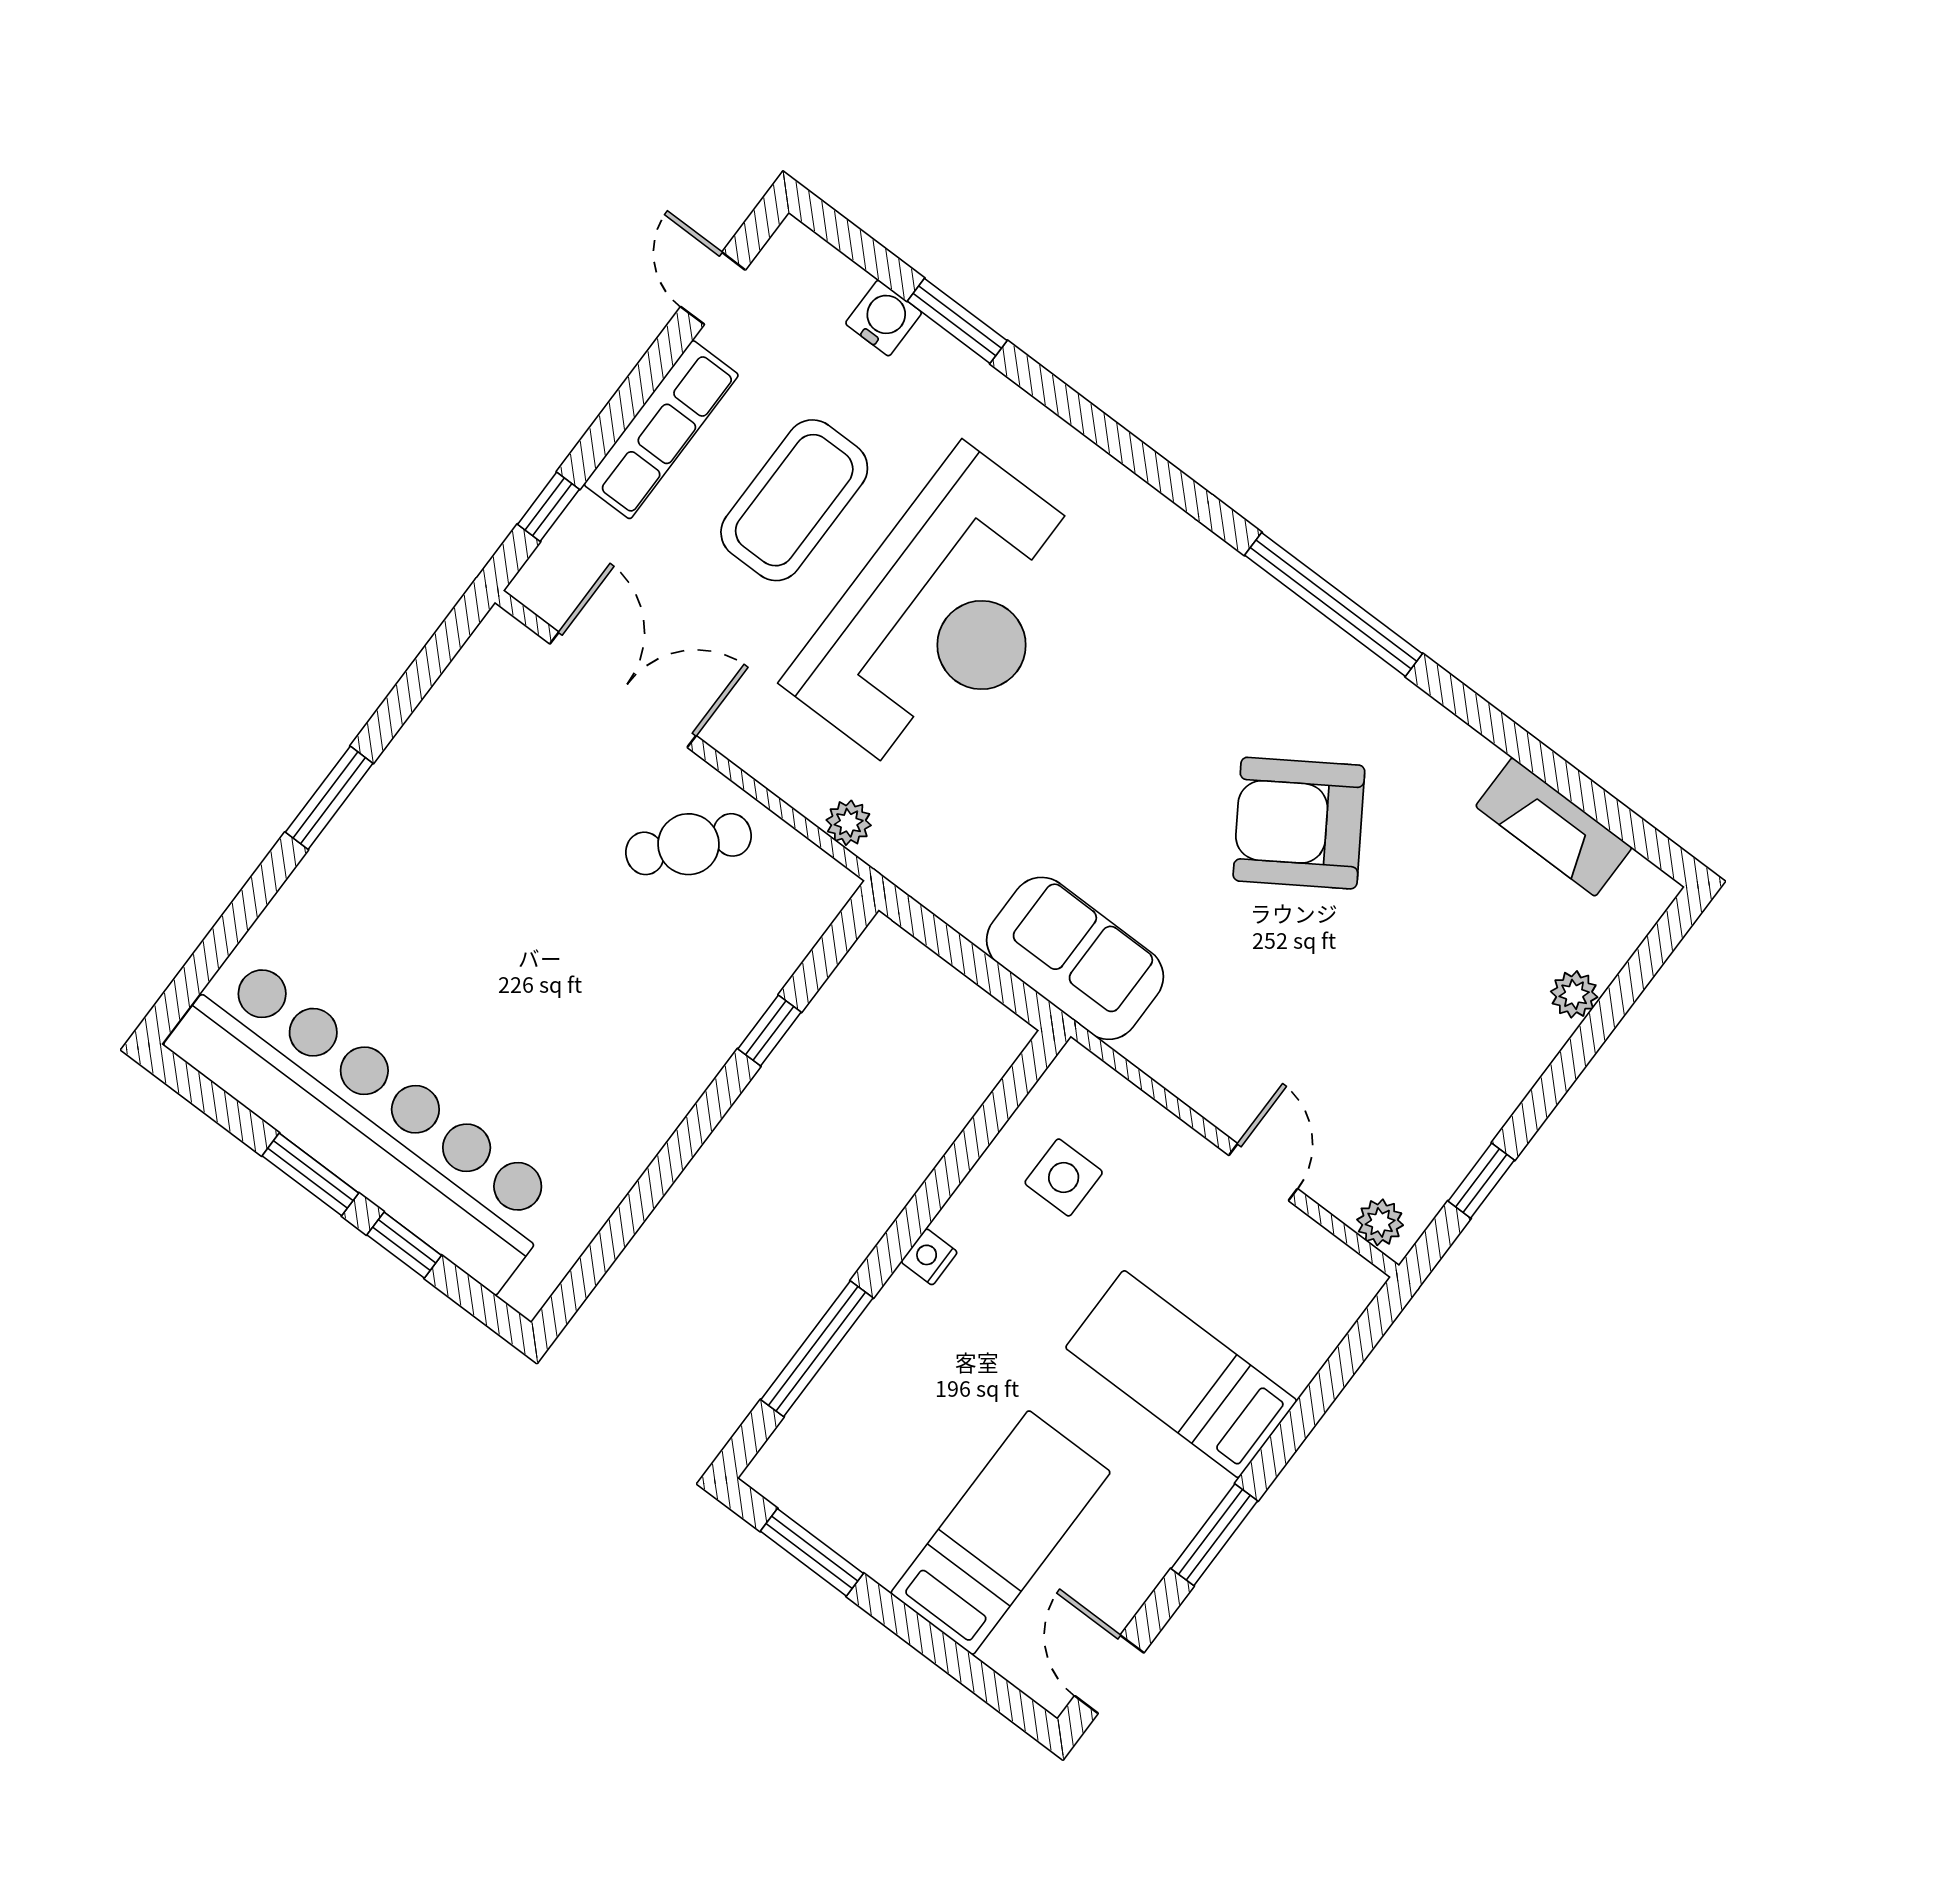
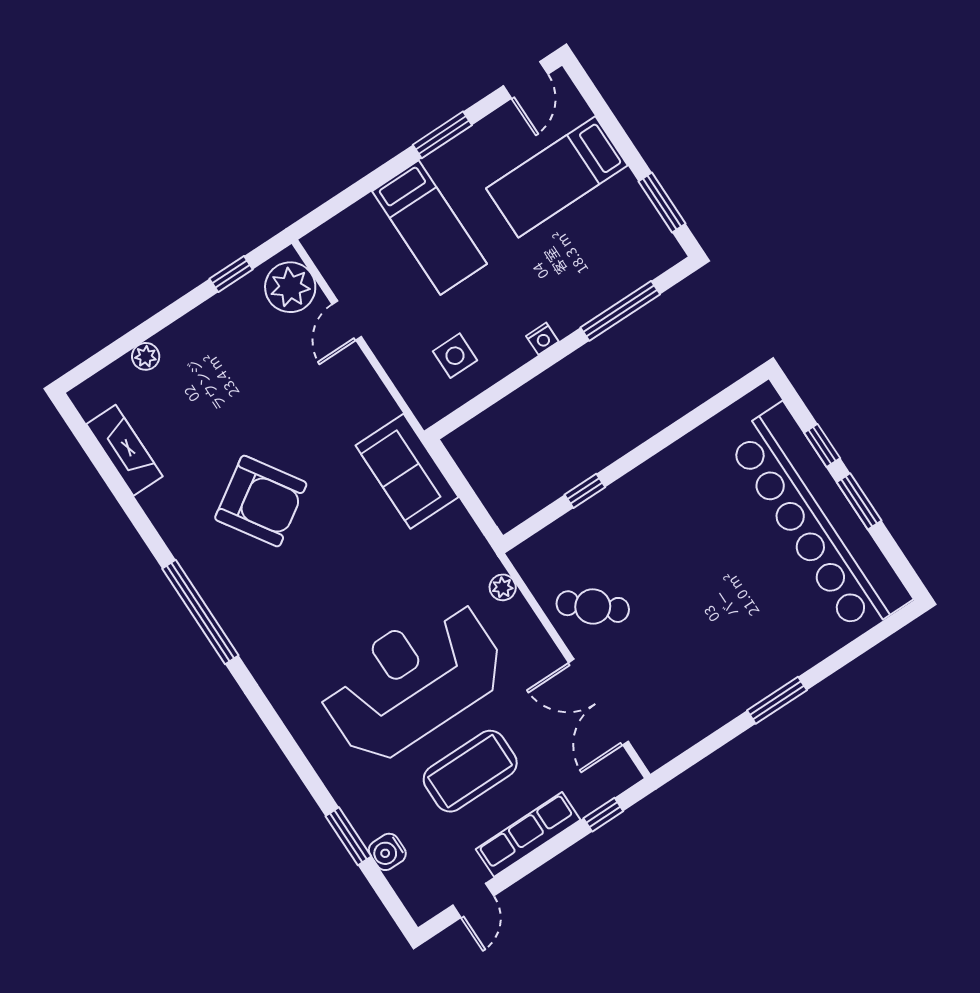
plant: (1380, 1222) -> (290, 287), width x1.88, depth x1.88

